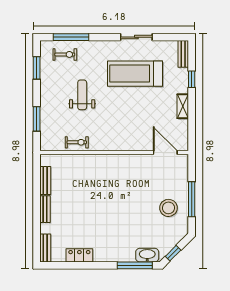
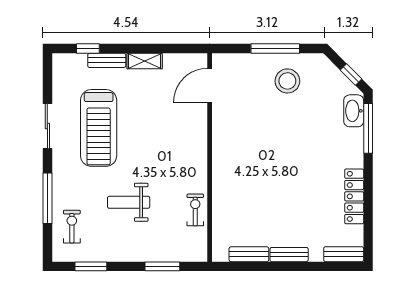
window: (71, 37) -> (47, 198), moved
bench: (183, 54) -> (107, 60), moved
window: (192, 79) -> (88, 49), moved
locker: (79, 255) -> (354, 196), width x1.53

